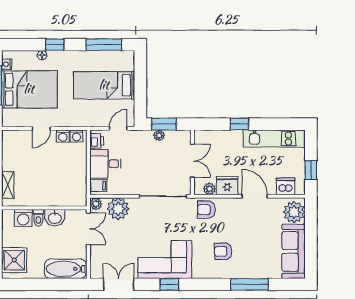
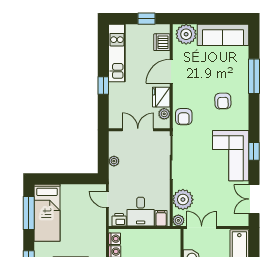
bed: (104, 85) -> (47, 213), moved
window: (164, 124) -> (103, 157), removed

